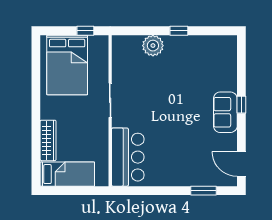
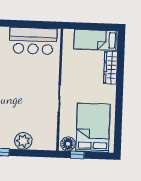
floor lamp: (97, 44) -> (68, 144), added
bar counter: (128, 157) -> (33, 41), moved, turned -90

